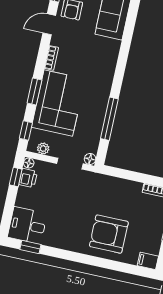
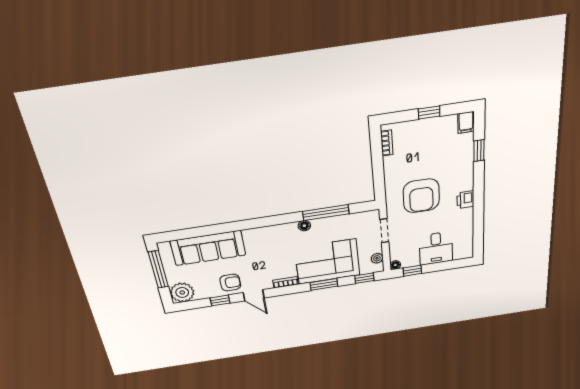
floor lamp: (90, 159) -> (304, 226), moved
printer: (28, 178) -> (465, 200), moved, turned -90
desk: (27, 225) -> (436, 248), moved
armchair: (109, 234) -> (421, 196), moved
window: (30, 247) -> (479, 151), moved

